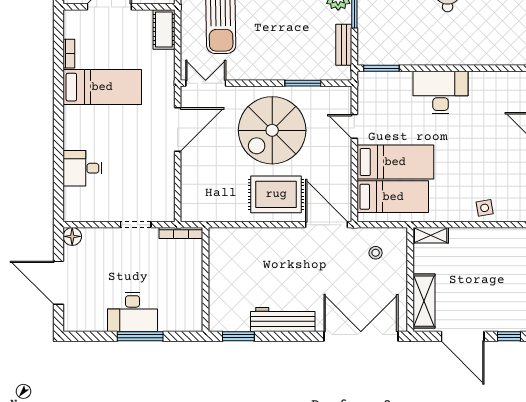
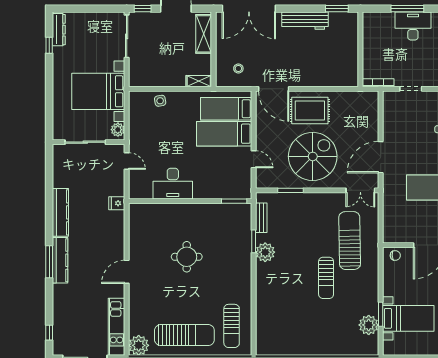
cot: (164, 29) -> (390, 229), removed
desk: (441, 92) -> (173, 184), moved

